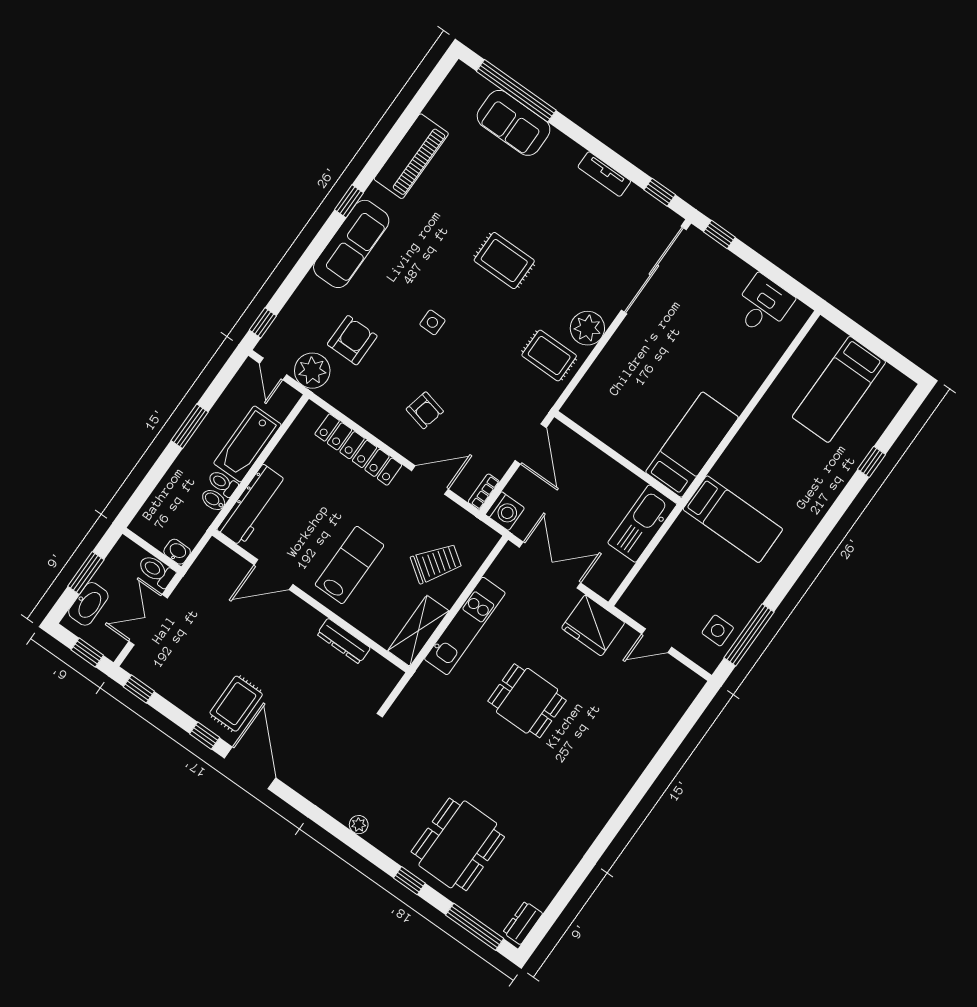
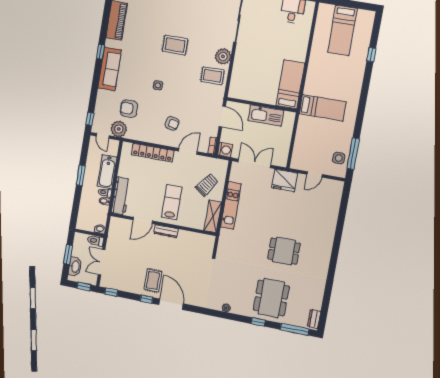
armchair: (352, 340) -> (129, 109), turned -90
kitchen sink: (642, 524) -> (266, 115), moved, turned -90
dresser: (344, 641) -> (166, 231), moved
dining table: (527, 701) -> (284, 251), moved

